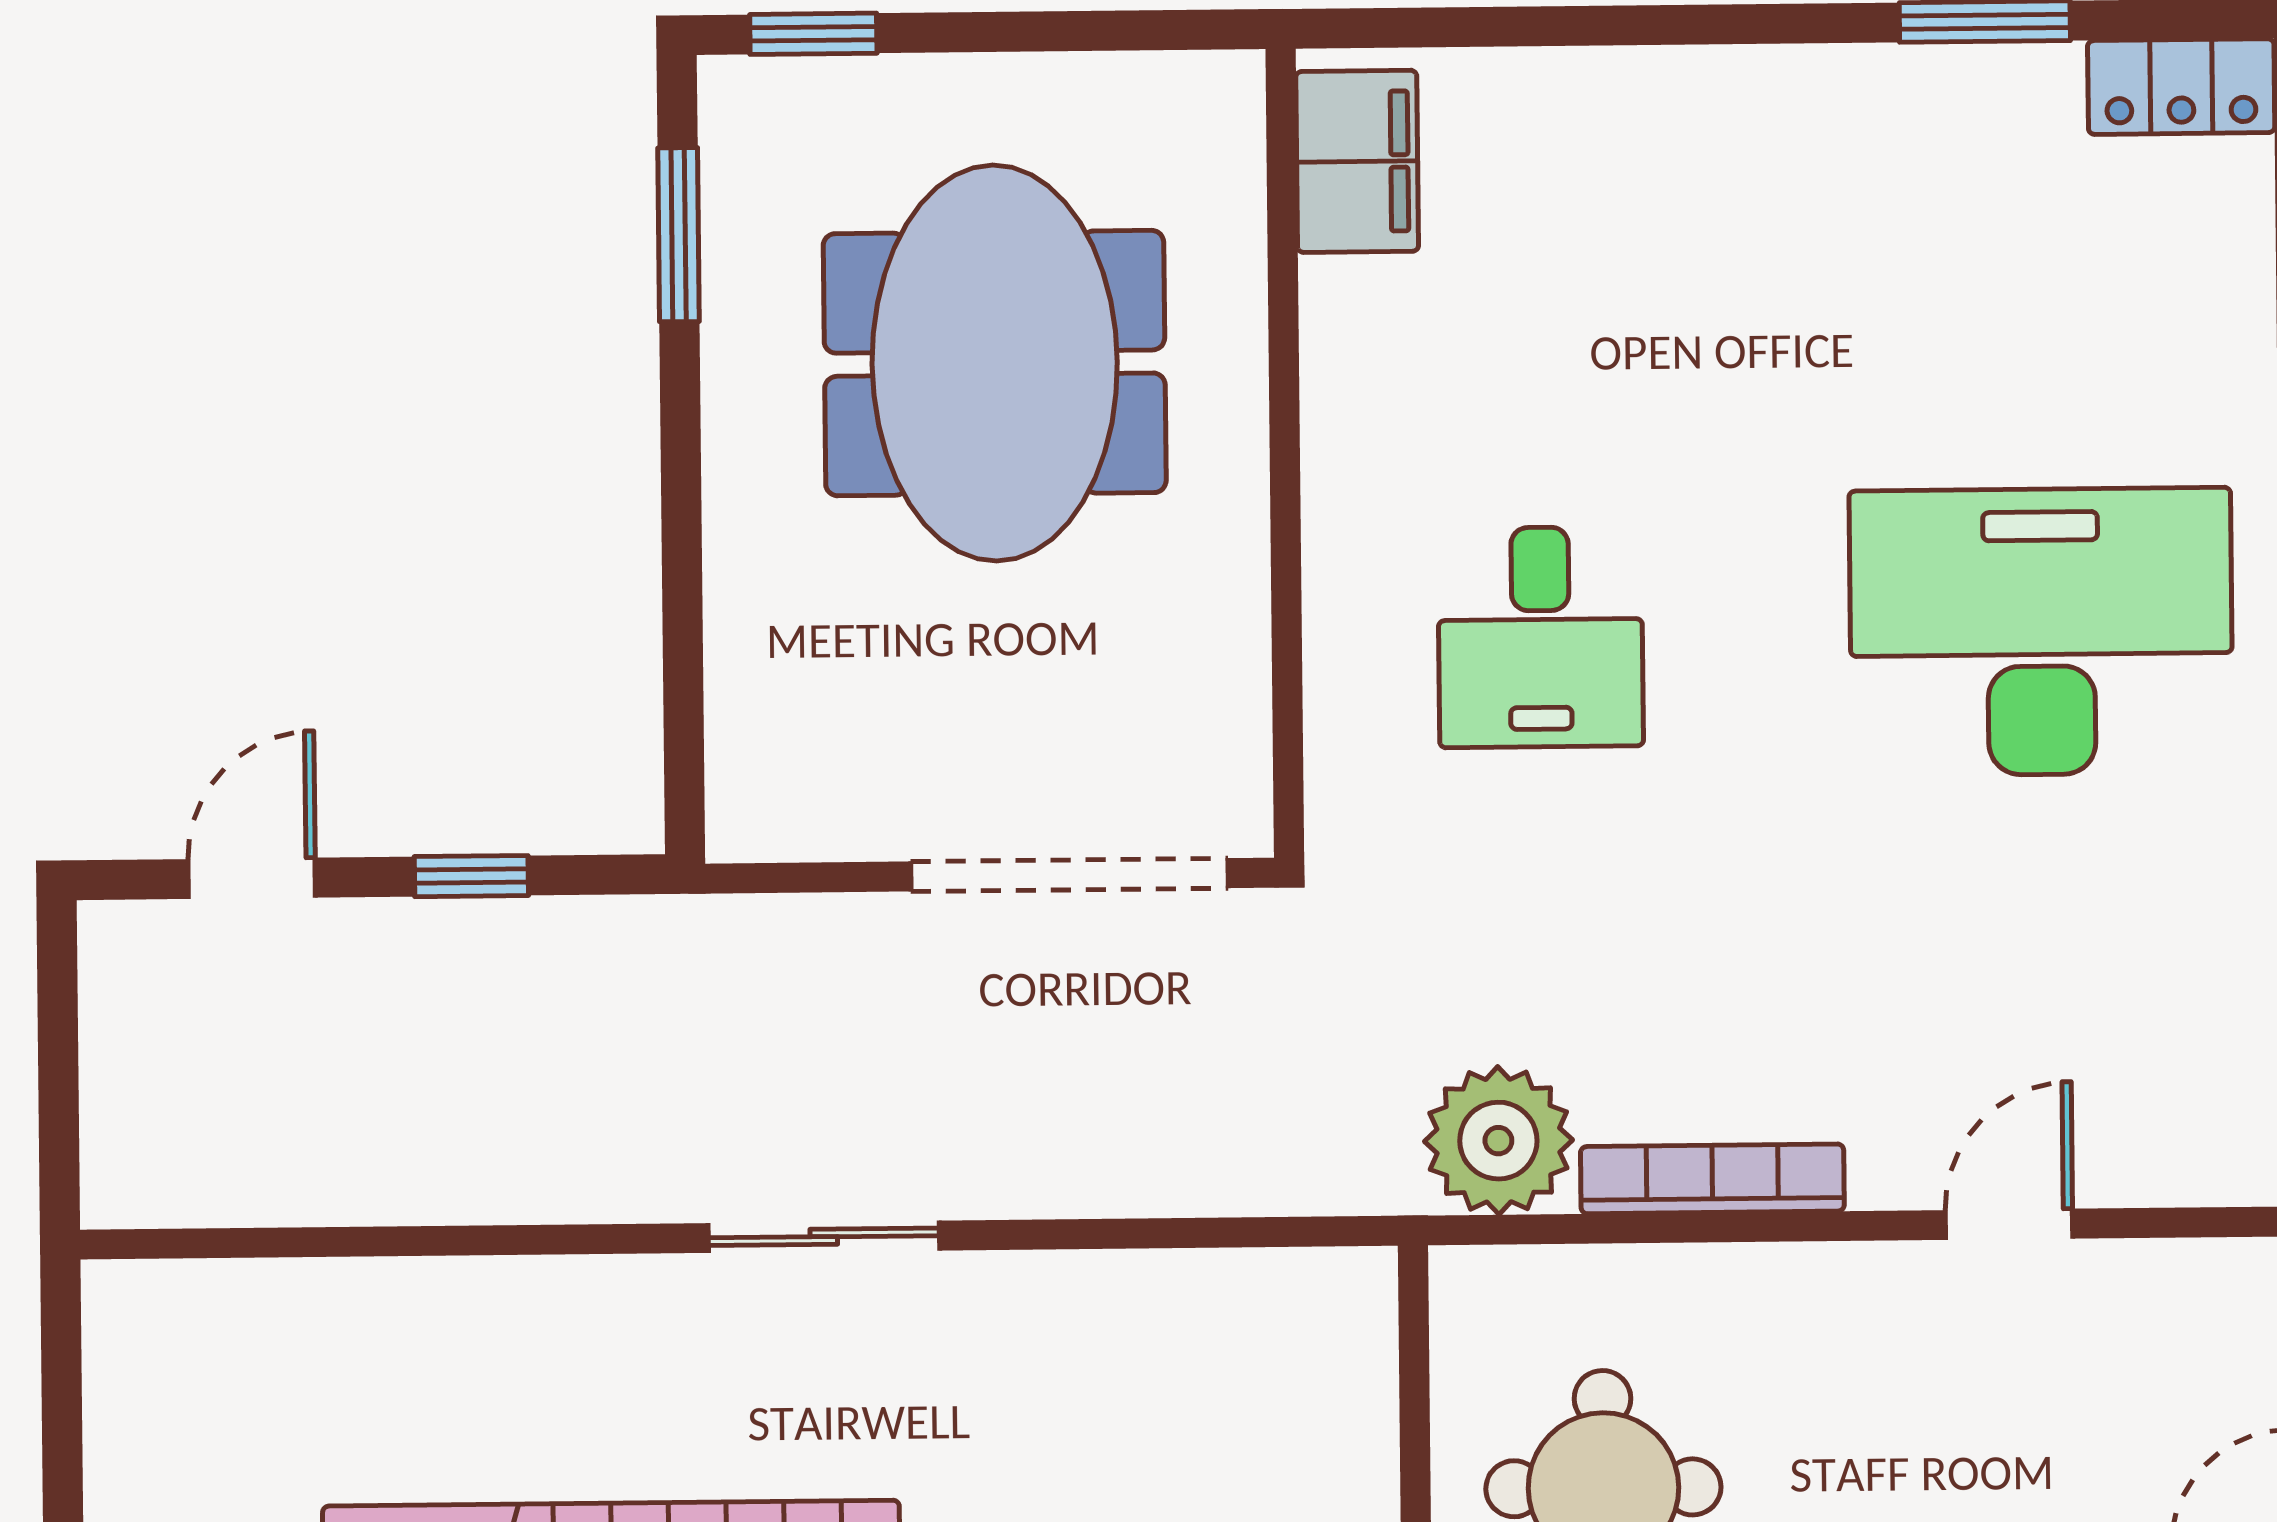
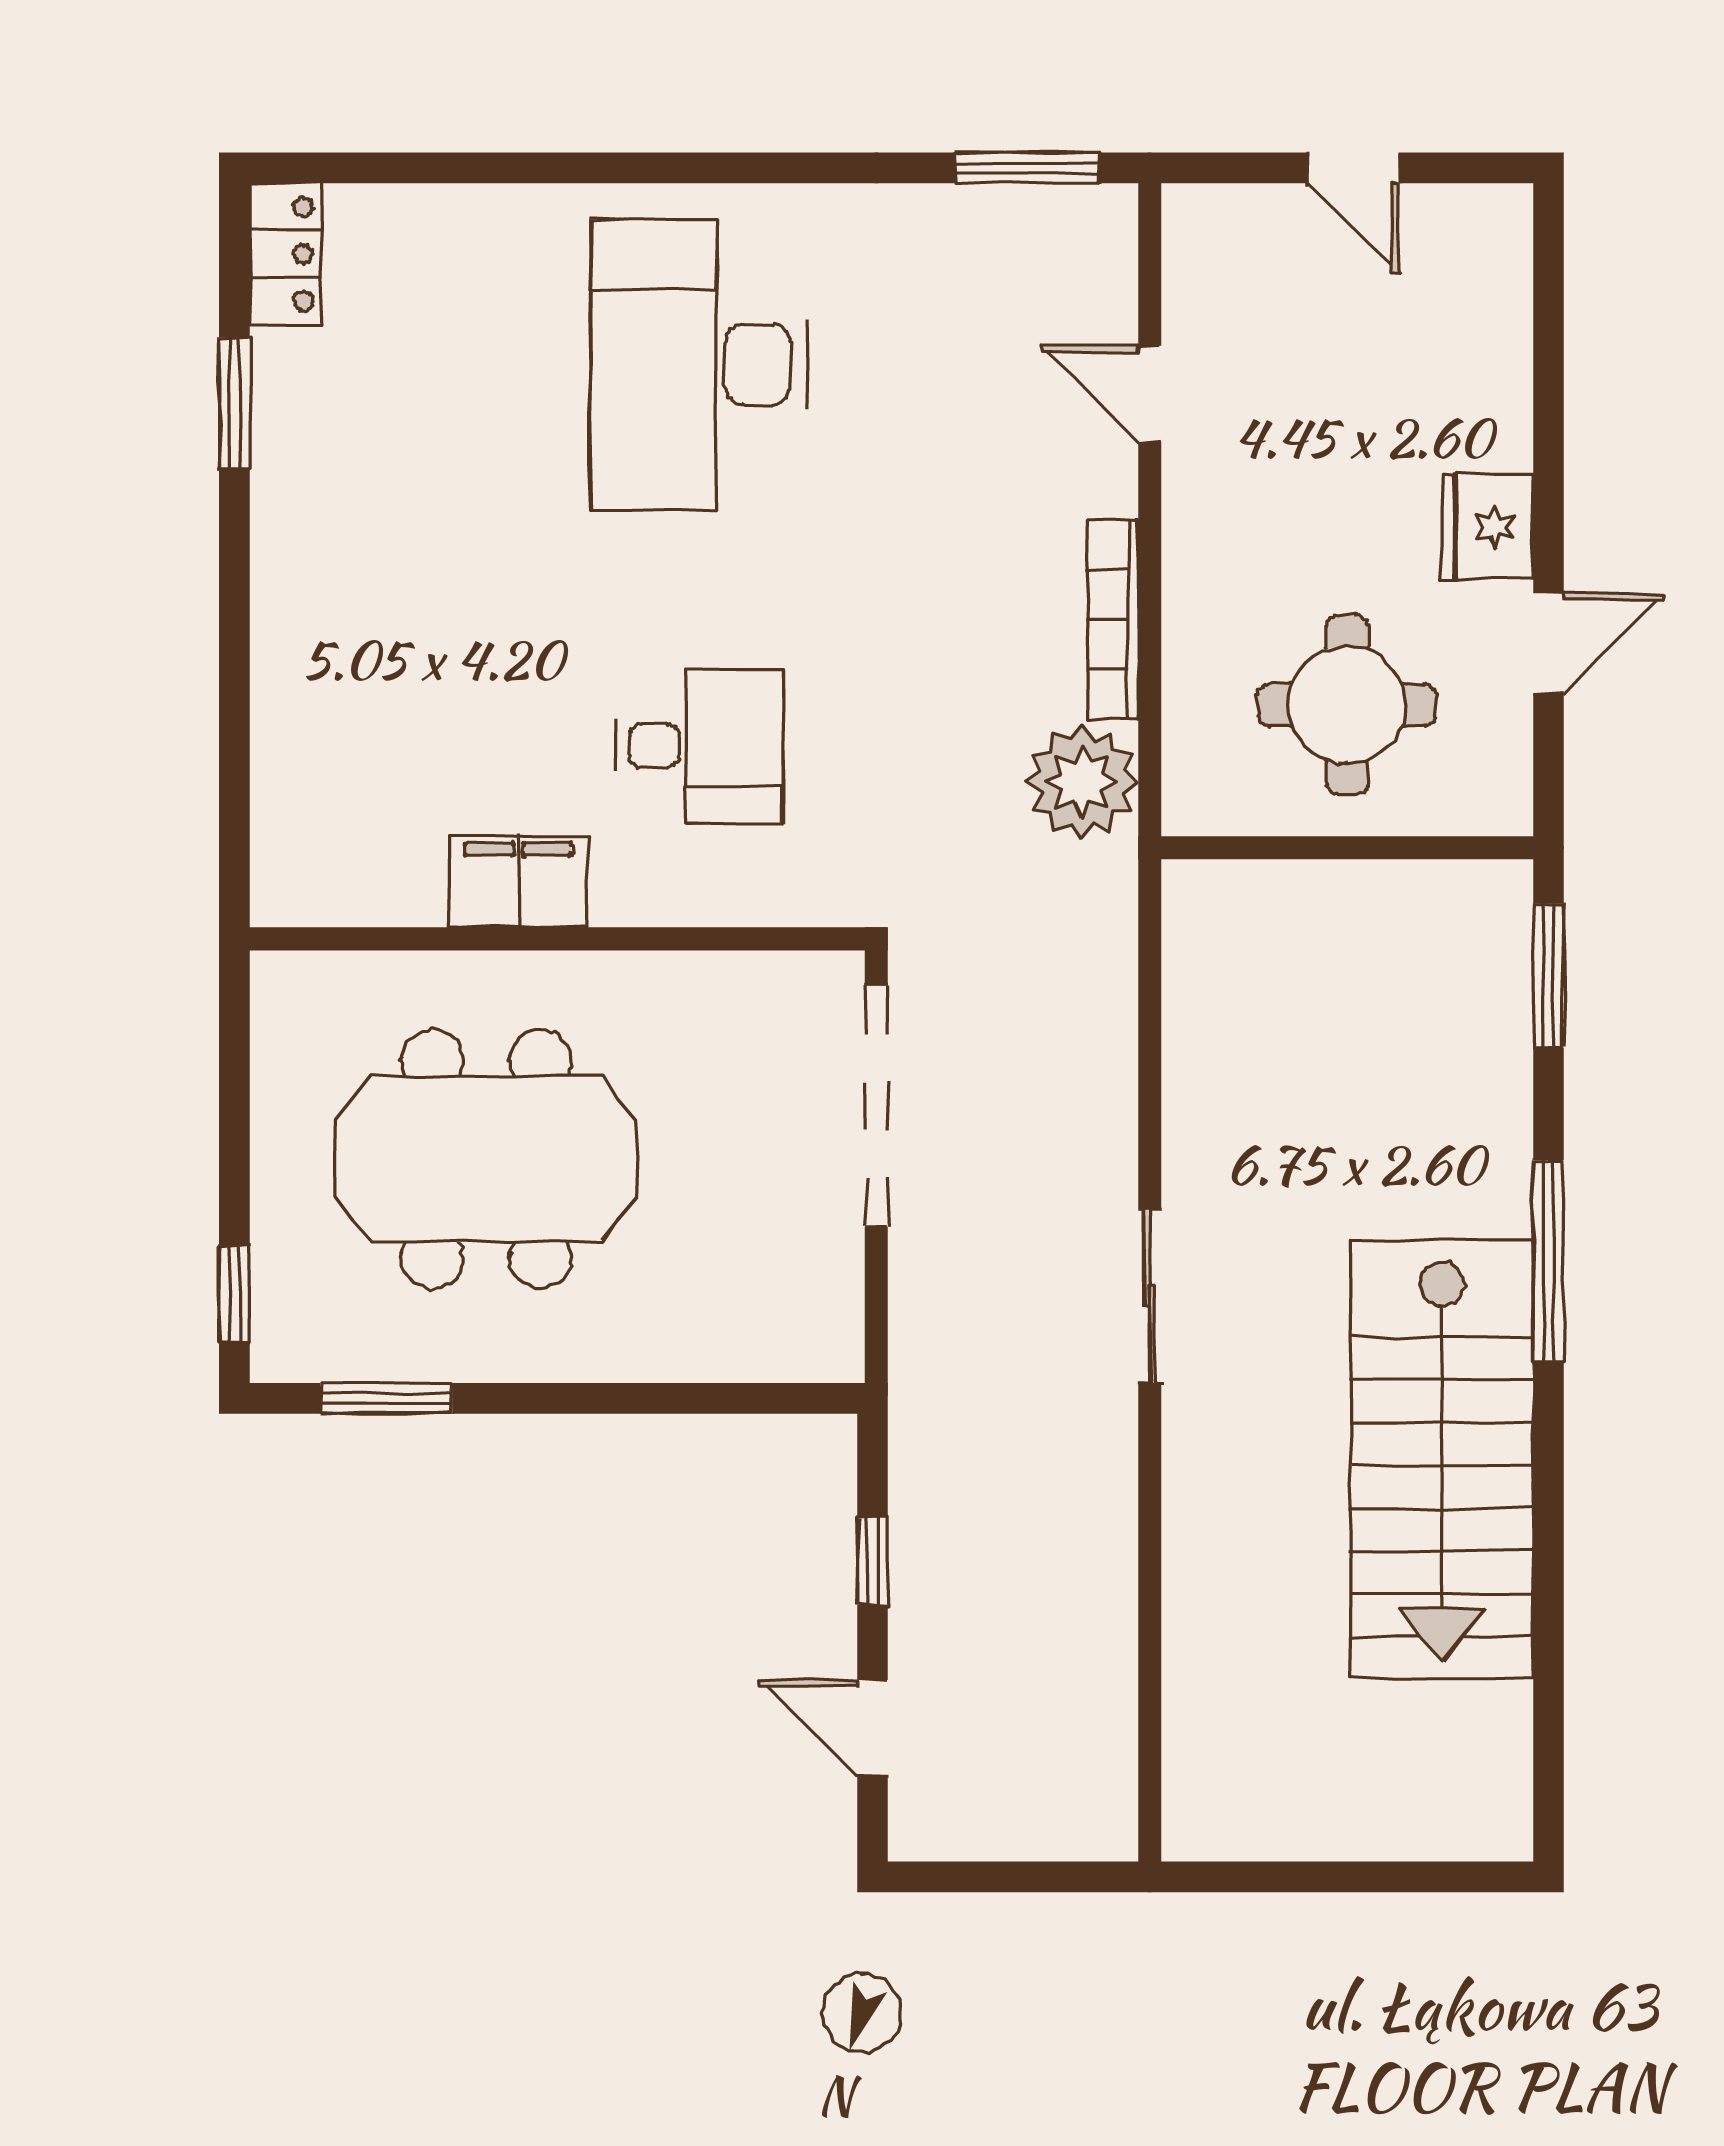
filing cabinet: (1357, 161) -> (518, 882), moved

